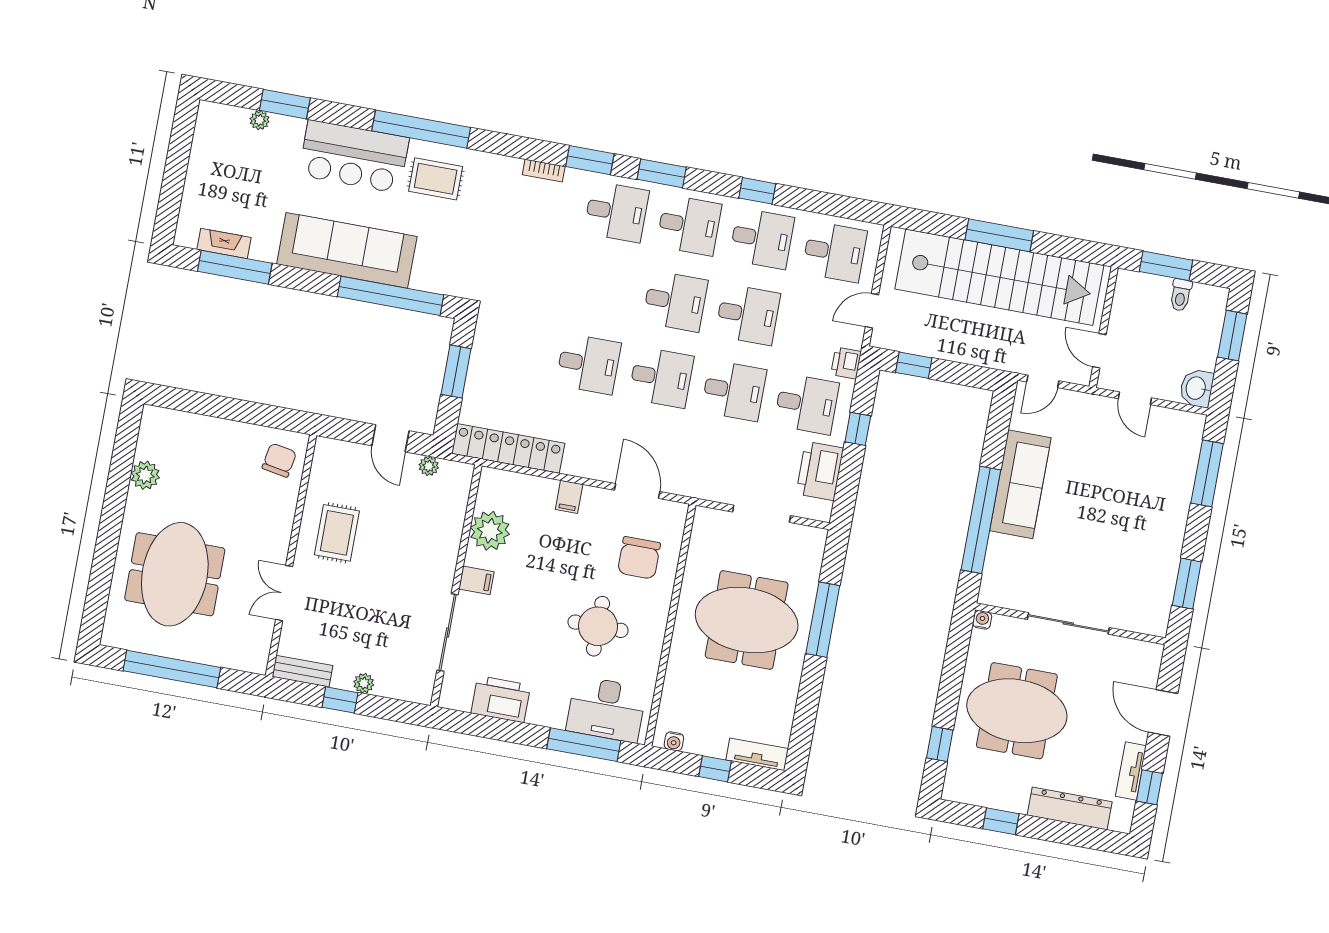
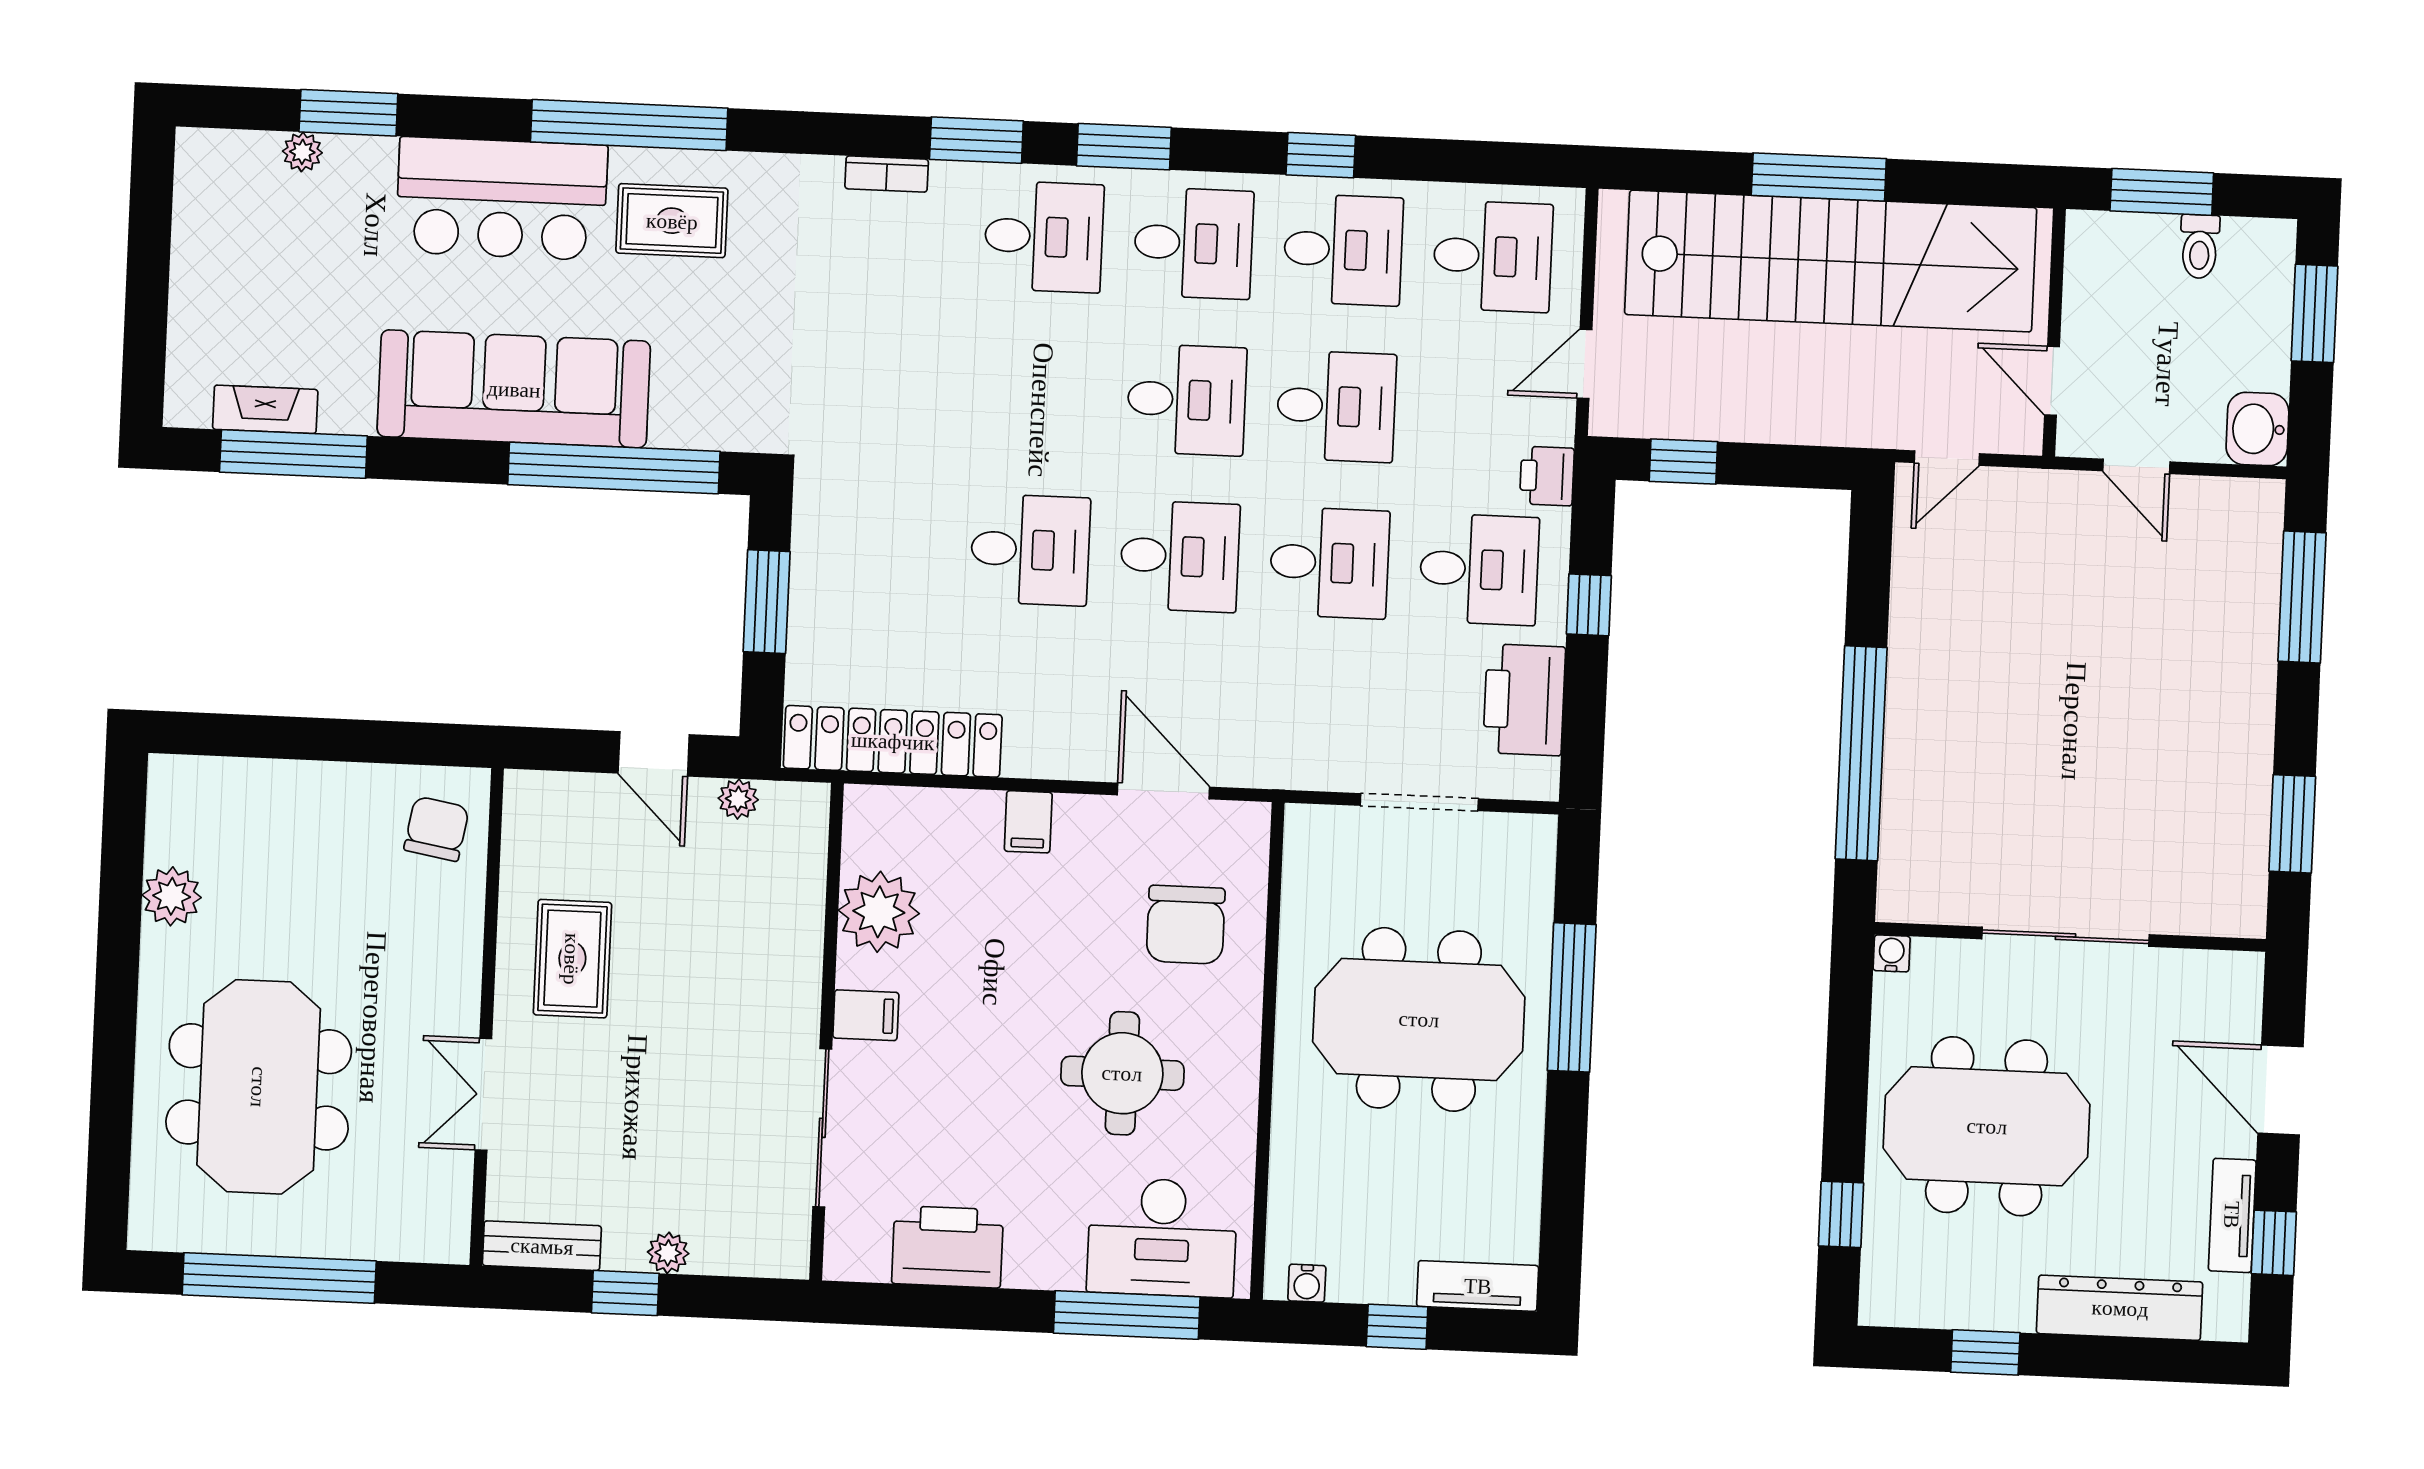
sofa: (1020, 484) -> (1930, 671), removed

